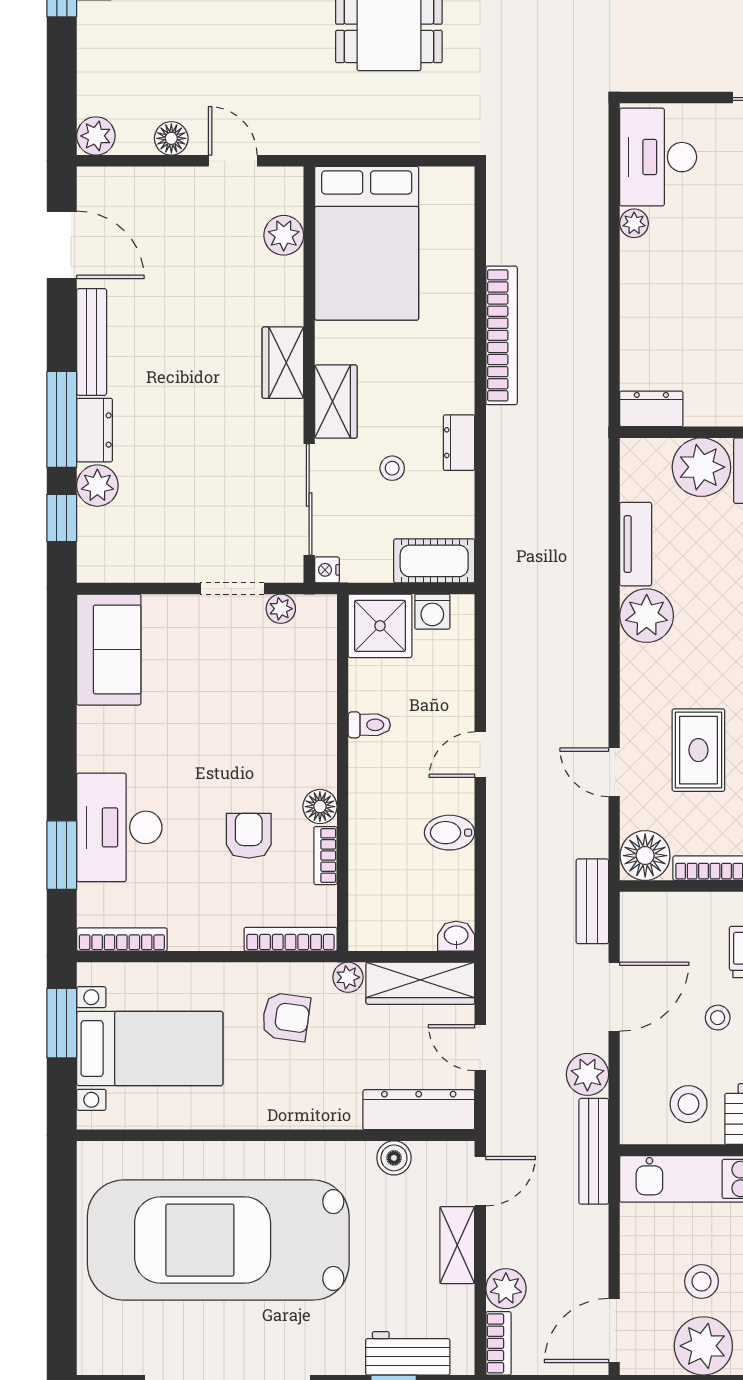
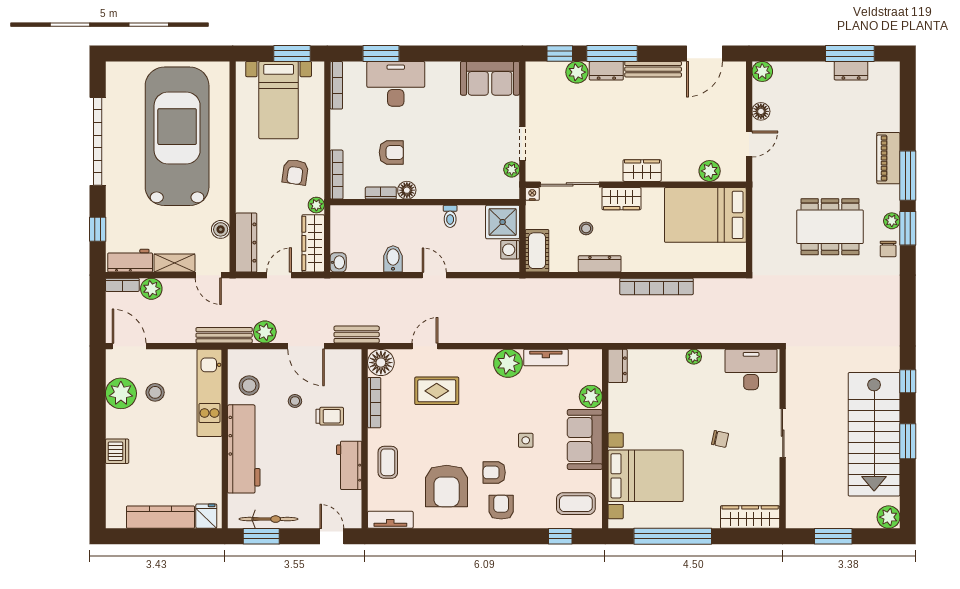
plant: (634, 223) -> (694, 357), moved
dresser: (459, 443) -> (600, 264), width x1.44
plant: (701, 467) -> (591, 397), width x0.73, depth x0.73
workbench: (408, 1353) -> (130, 261), moved, turned -90

